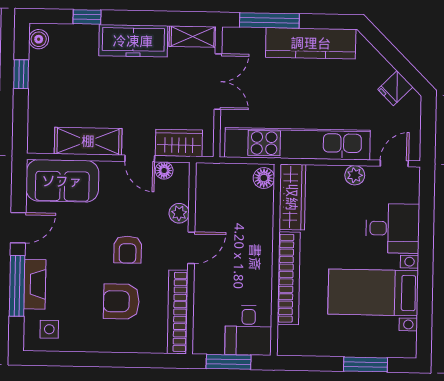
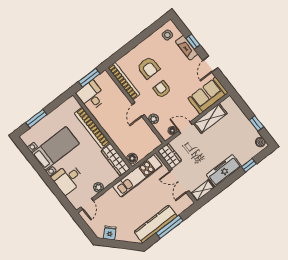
window: (269, 20) -> (170, 227), moved
wardrobe: (179, 143) -> (170, 156), moved, turned -90
kitchen unit: (297, 144) -> (137, 176), width x0.73
window: (17, 286) -> (193, 42), width x0.46
armchair: (121, 301) -> (149, 68), turned 90

